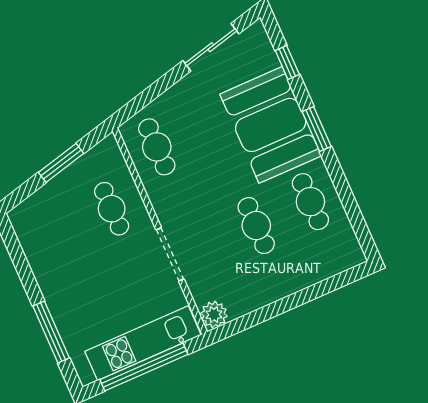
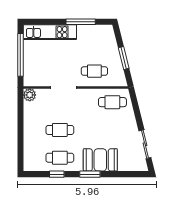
window: (287, 62) -> (57, 174), moved
booth: (271, 125) -> (100, 160), width x0.73, depth x0.70
window: (51, 332) -> (81, 22), moved
kitchen unit: (143, 343) -> (50, 32), moved, turned 90

